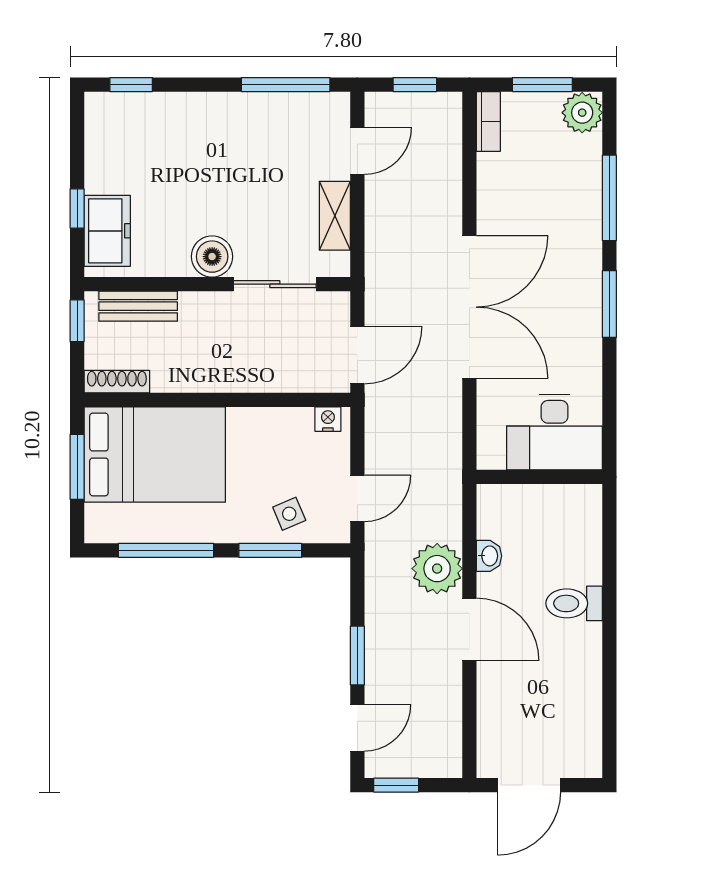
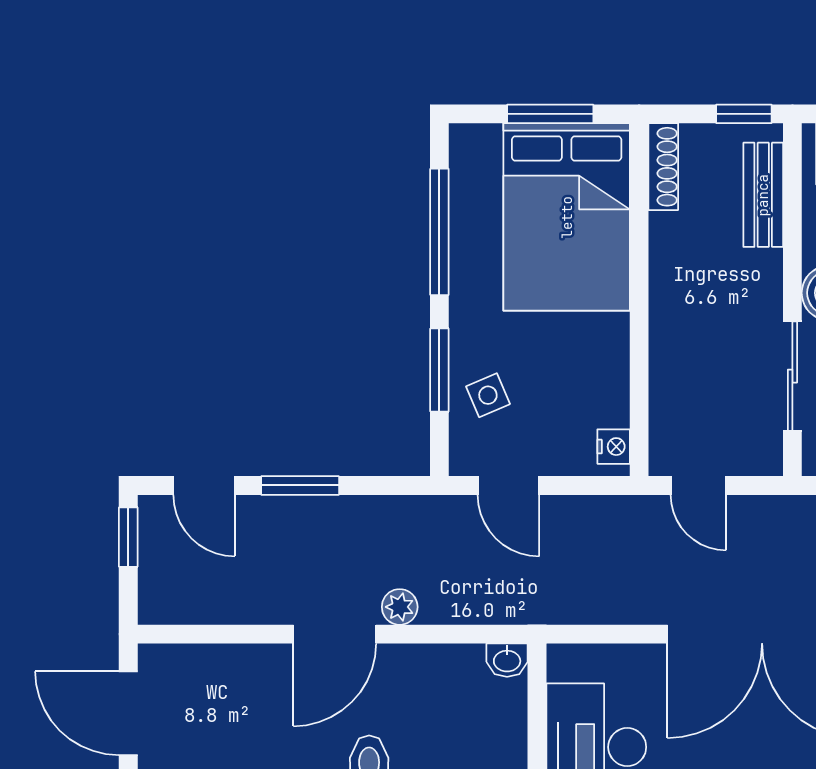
door: (357, 355) -> (698, 485), width x0.73
washbasin: (489, 556) -> (507, 660), moved
plant: (437, 569) -> (400, 607), width x0.53, depth x0.53

